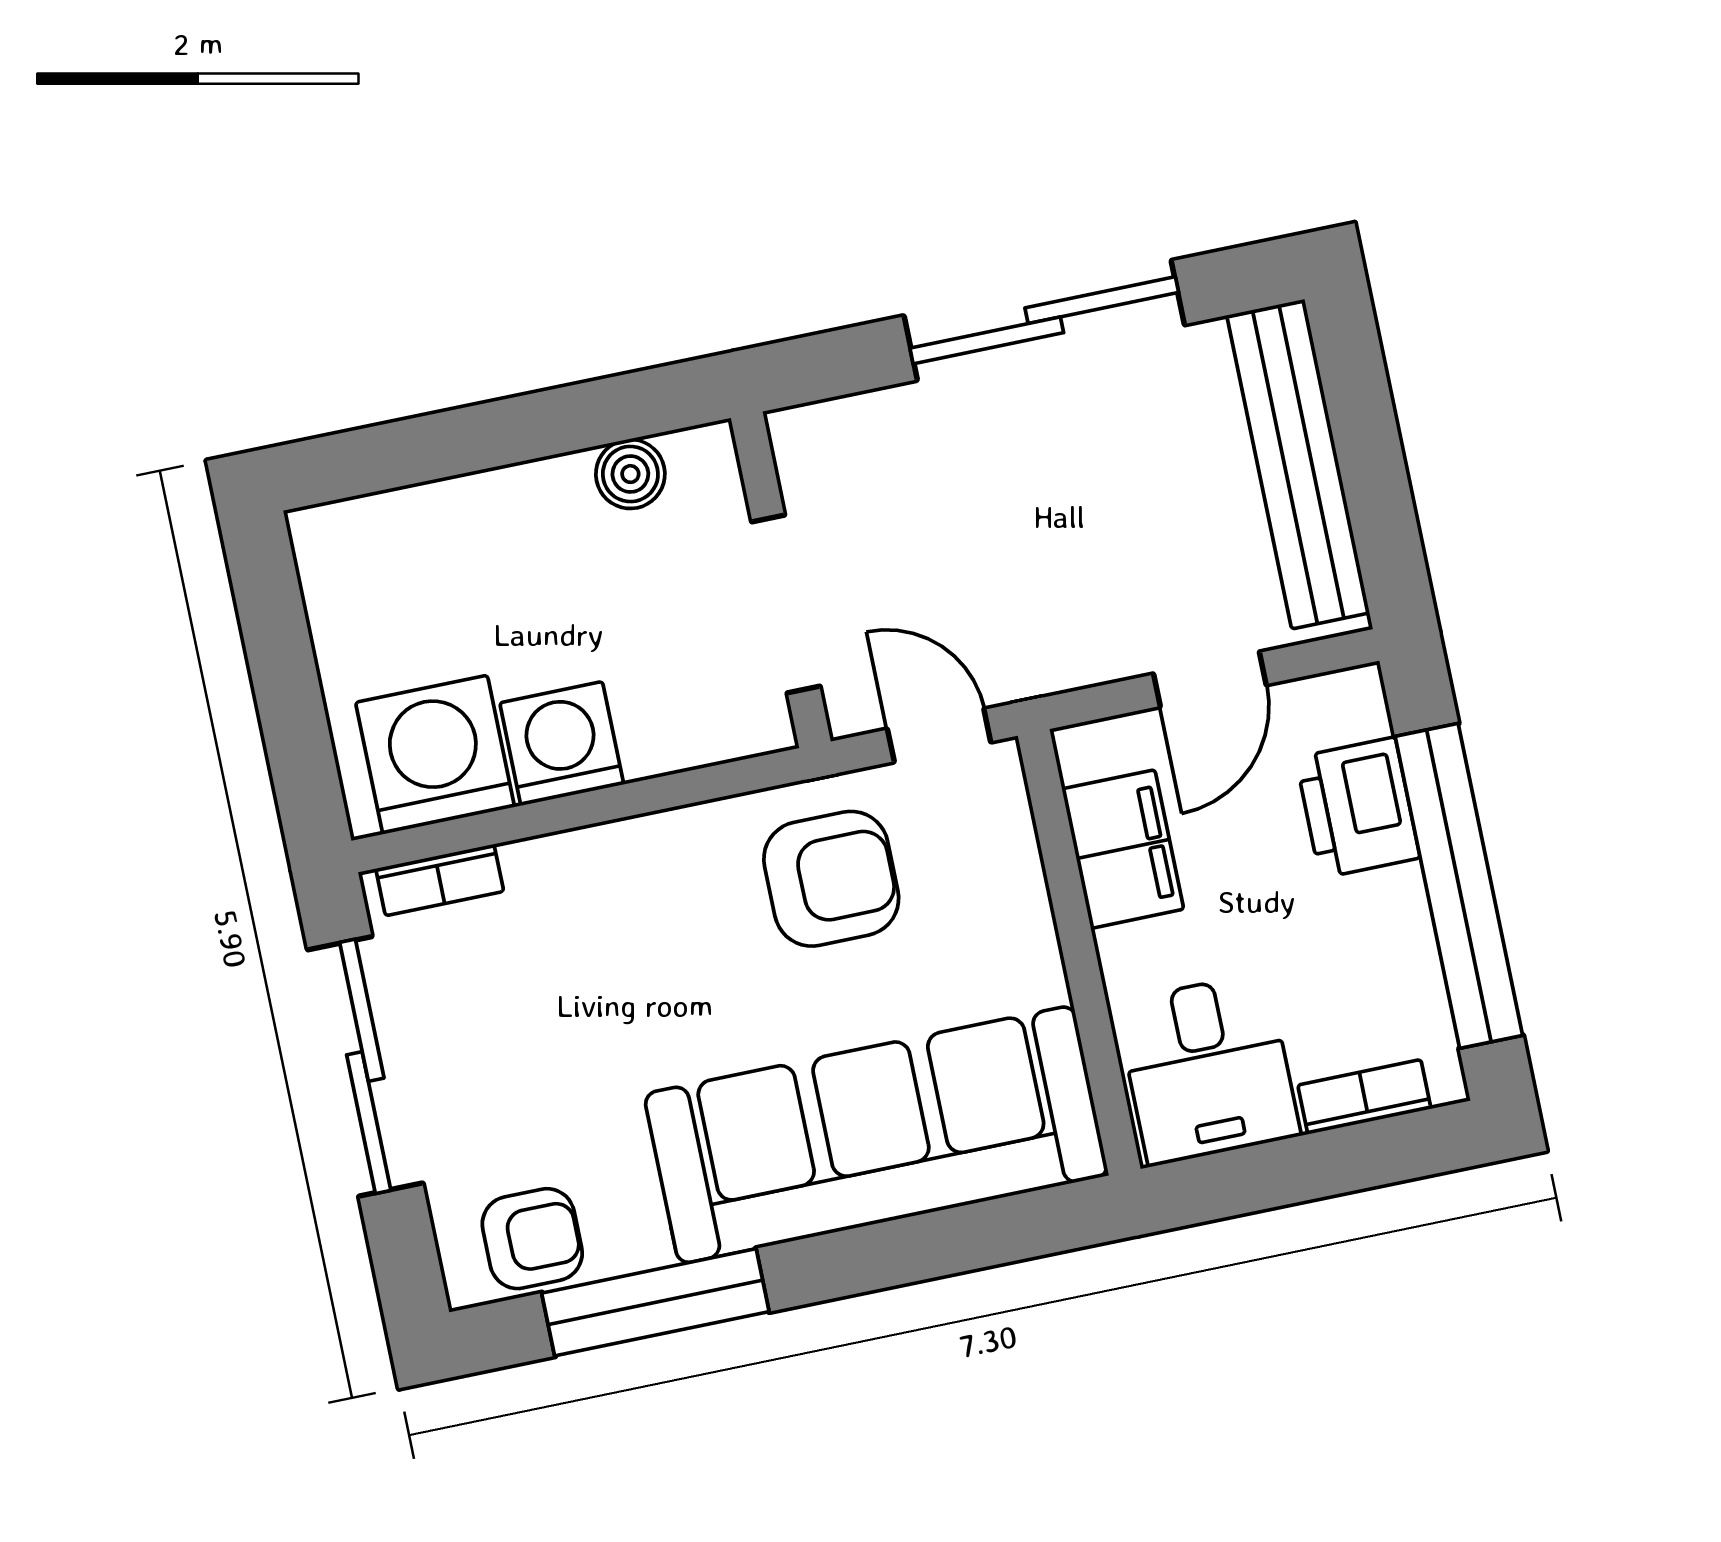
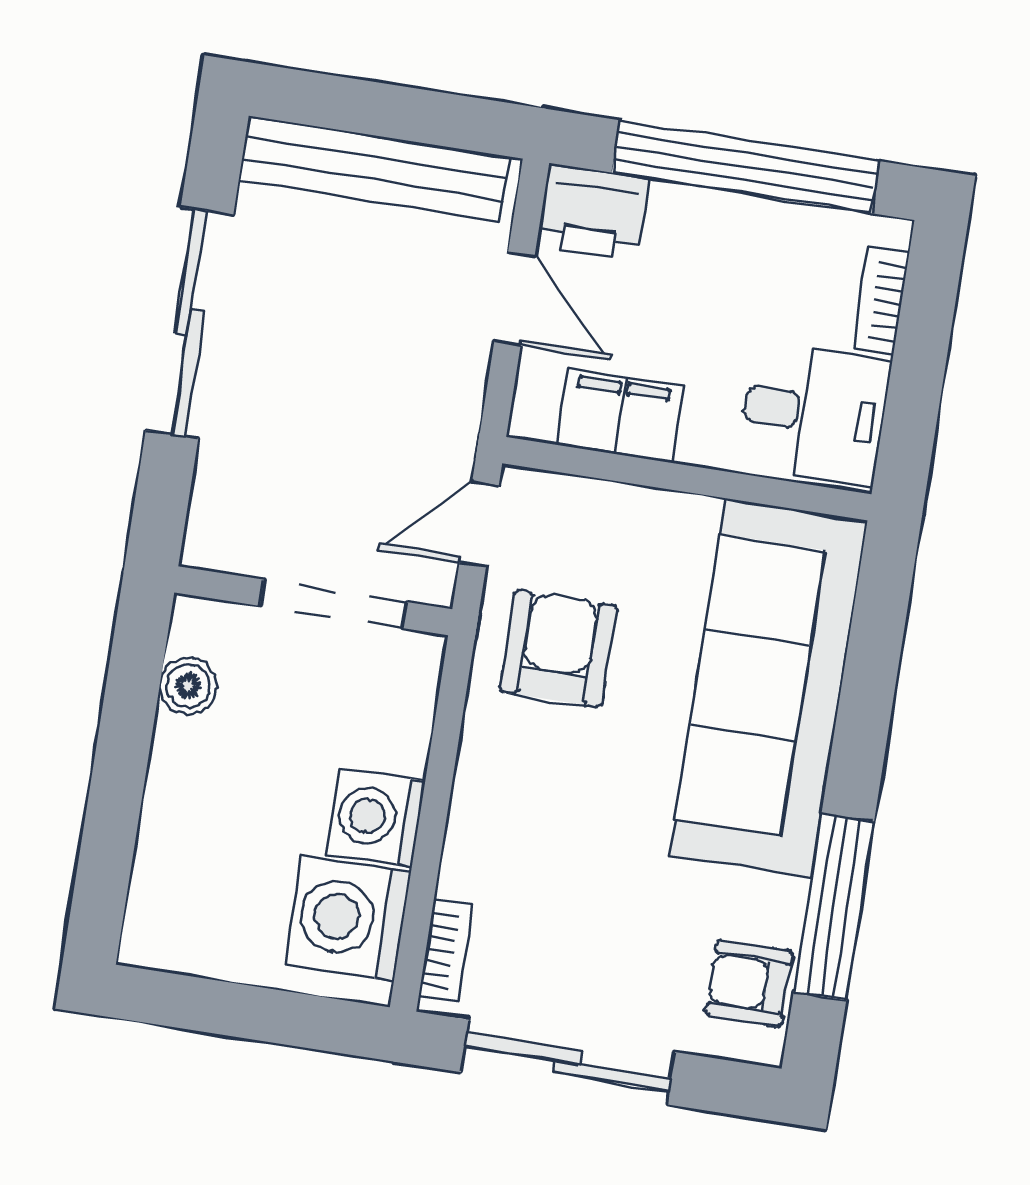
printer: (1358, 808) -> (593, 212), moved
armchair: (532, 1239) -> (749, 983), turned -90

